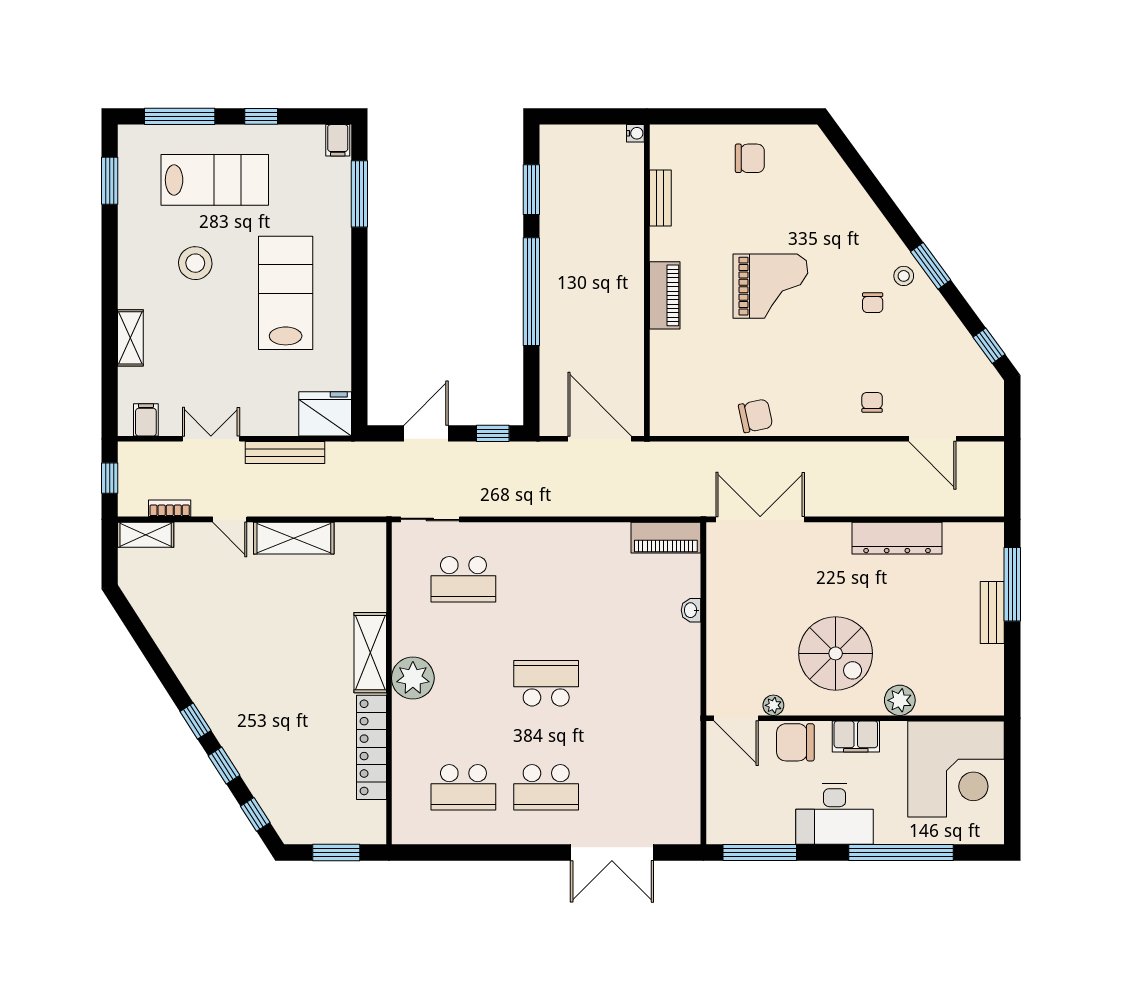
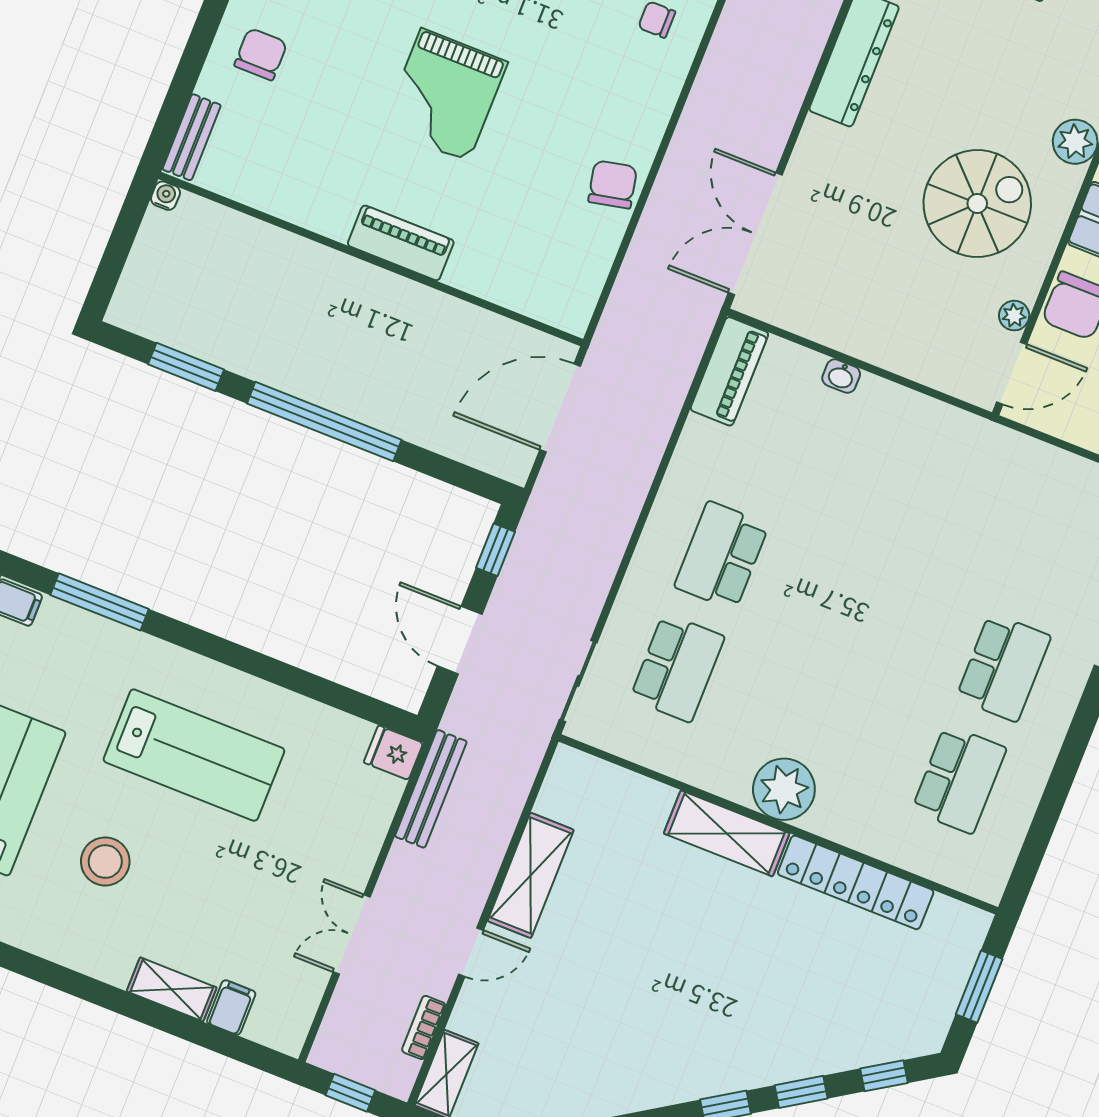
bench: (660, 198) -> (192, 137), moved, turned 90
grand piano: (770, 286) -> (445, 95), turned 180
lab bench: (286, 293) -> (194, 755), turned 180
fridge: (325, 414) -> (393, 753), width x0.53, depth x0.75
filing cabinet: (146, 420) -> (231, 1007), moved, turned 90
bench: (285, 453) -> (431, 789), moved
school desk: (546, 683) -> (722, 556), moved

